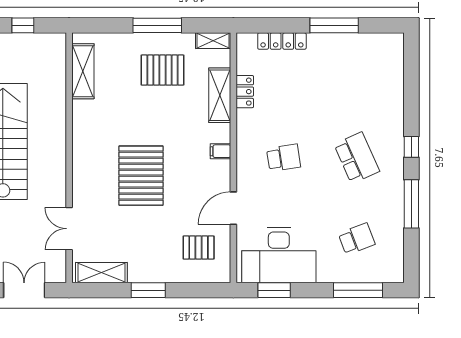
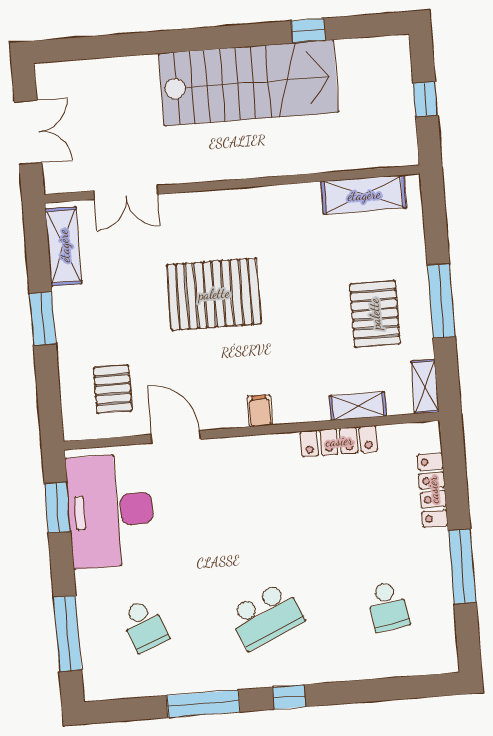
locker: (245, 92) -> (339, 441), width x1.53
shelving: (220, 95) -> (358, 406), width x0.67, depth x0.75
school desk: (284, 158) -> (388, 606), moved
double door: (69, 229) -> (126, 192), swing flipped

